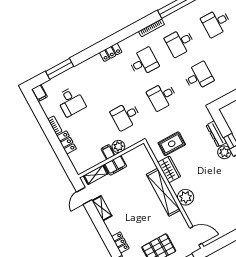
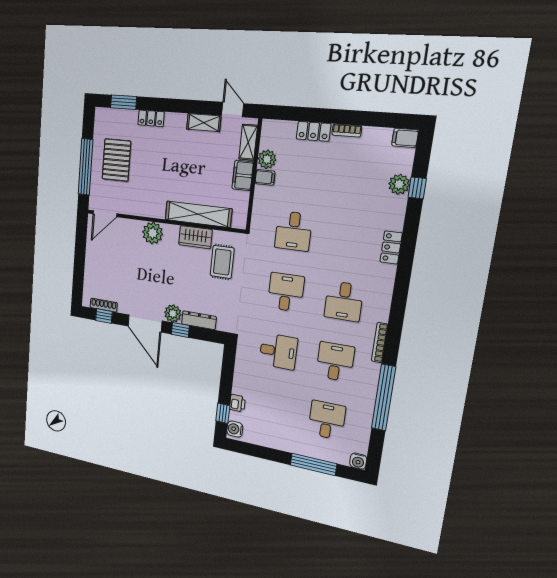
locker: (111, 52) -> (391, 247), moved
window: (60, 69) -> (417, 188), width x0.46
desk: (198, 76) -> (278, 351), turned -90
plant: (64, 79) -> (399, 184), added
desk: (71, 101) -> (362, 173), removed
desk: (126, 116) -> (293, 231), turned 180
plant: (118, 146) -> (267, 159), moved
shelving: (163, 192) -> (198, 214), moved

